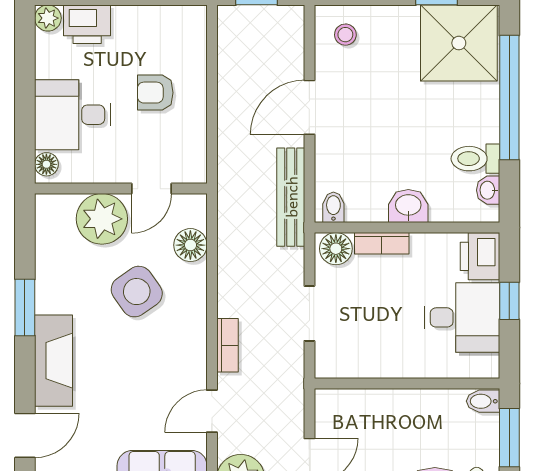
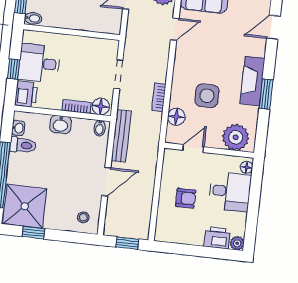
plant: (102, 219) -> (236, 137), moved
side table: (137, 292) -> (207, 96), turned 35
bookcase: (228, 345) -> (159, 97), moved
fireplace: (54, 361) -> (252, 81), moved

